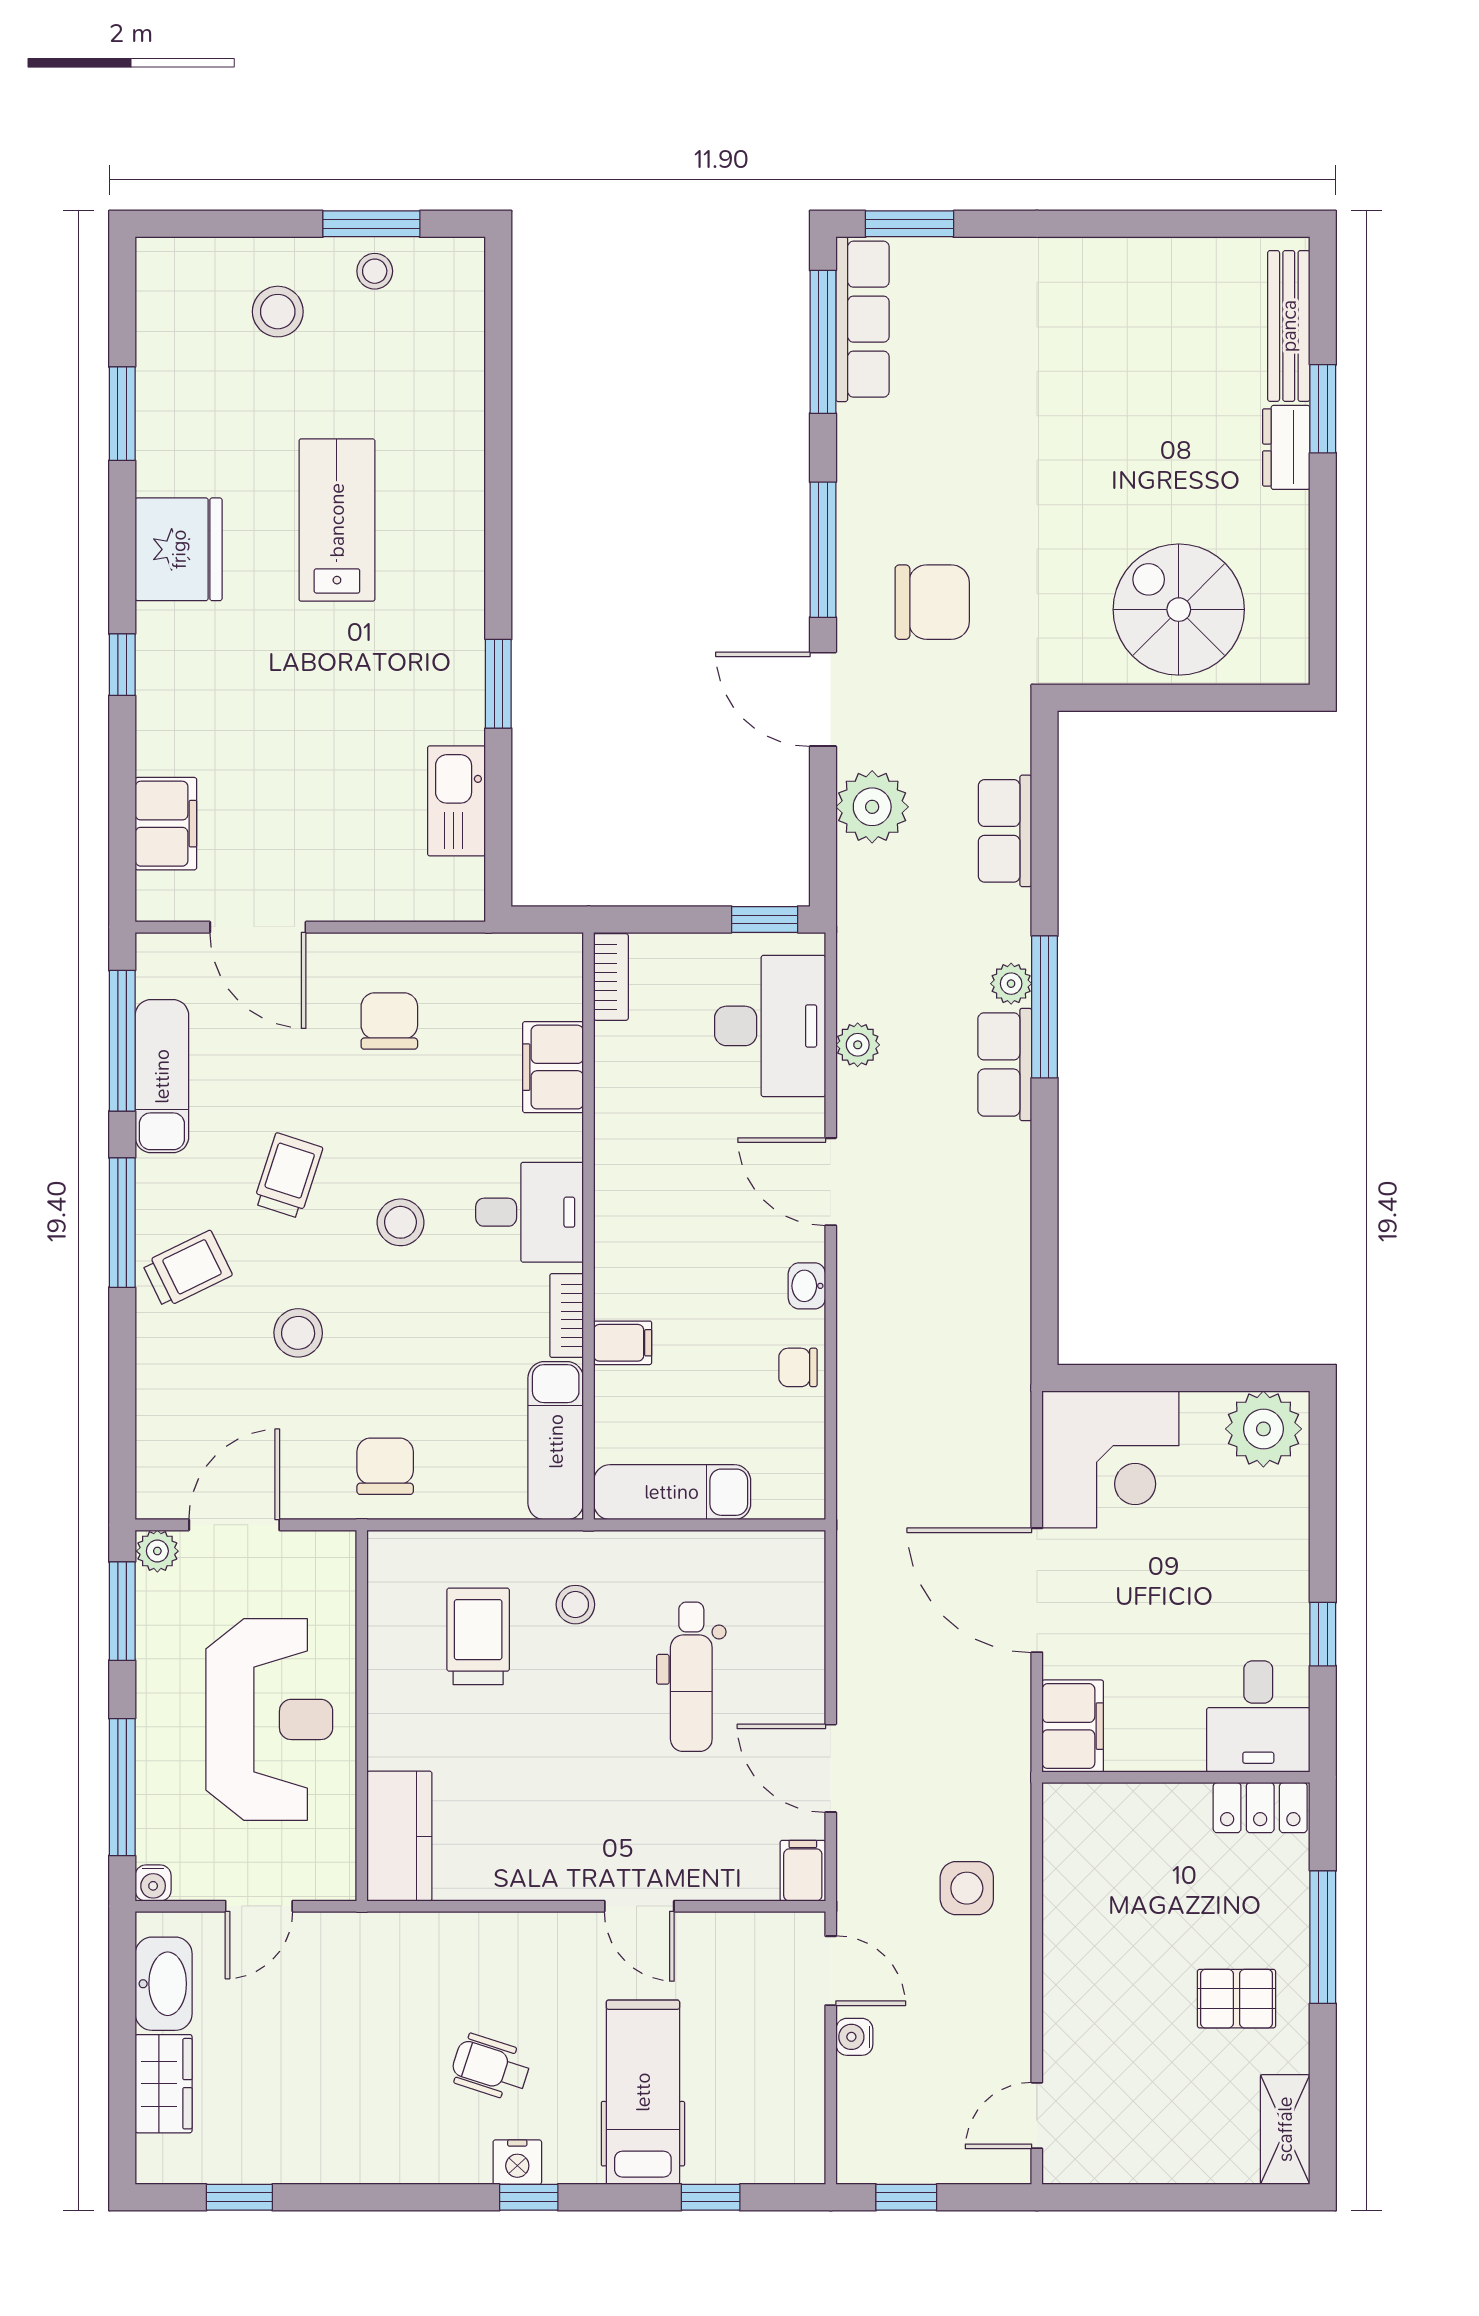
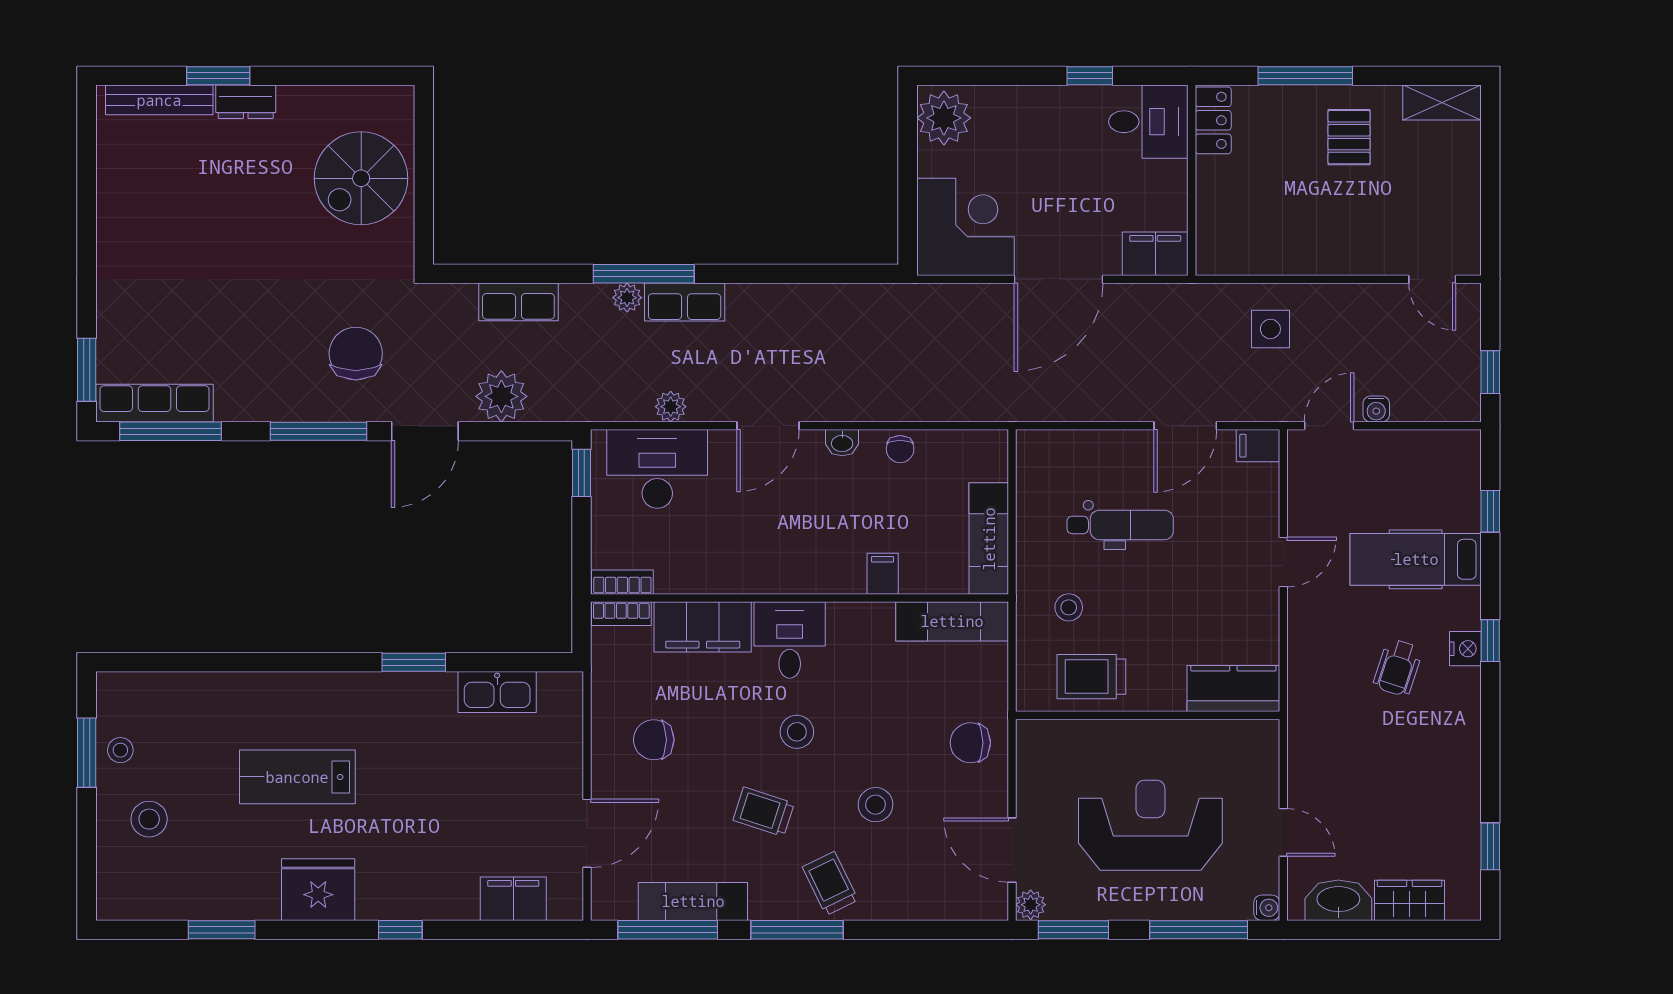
filing cabinet: (553, 1067) -> (703, 627), width x1.50, depth x1.17
bookcase: (567, 1315) -> (621, 614), moved
wall: (362, 1716) -> (1148, 715), moved
kitchen counter: (399, 1836) -> (1233, 689), moved

